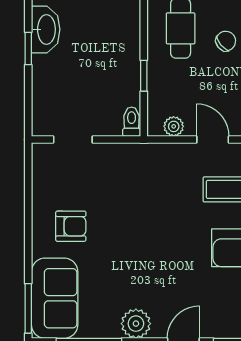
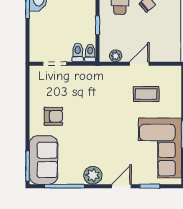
toilet: (111, 121) -> (78, 53), added
door: (213, 140) -> (139, 64), hinge flipped

